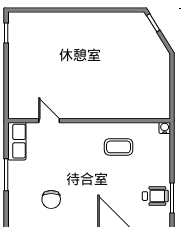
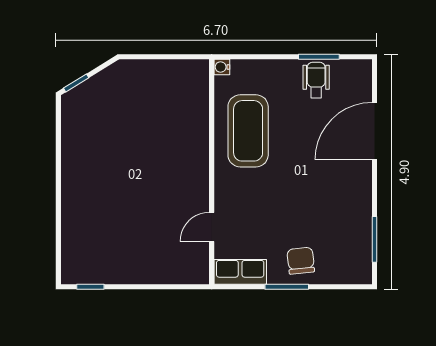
coffee table: (119, 147) -> (248, 131), width x1.86, depth x1.72
chair: (51, 199) -> (301, 261), moved, turned -96

